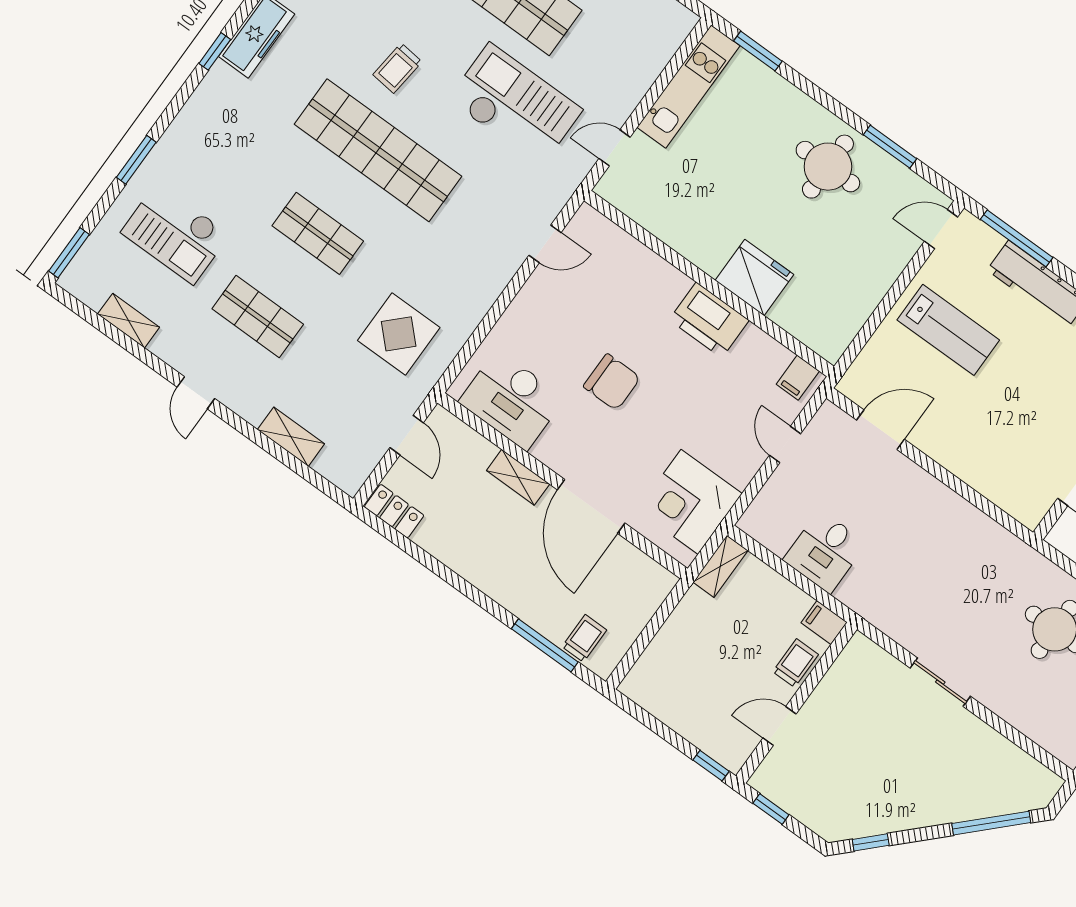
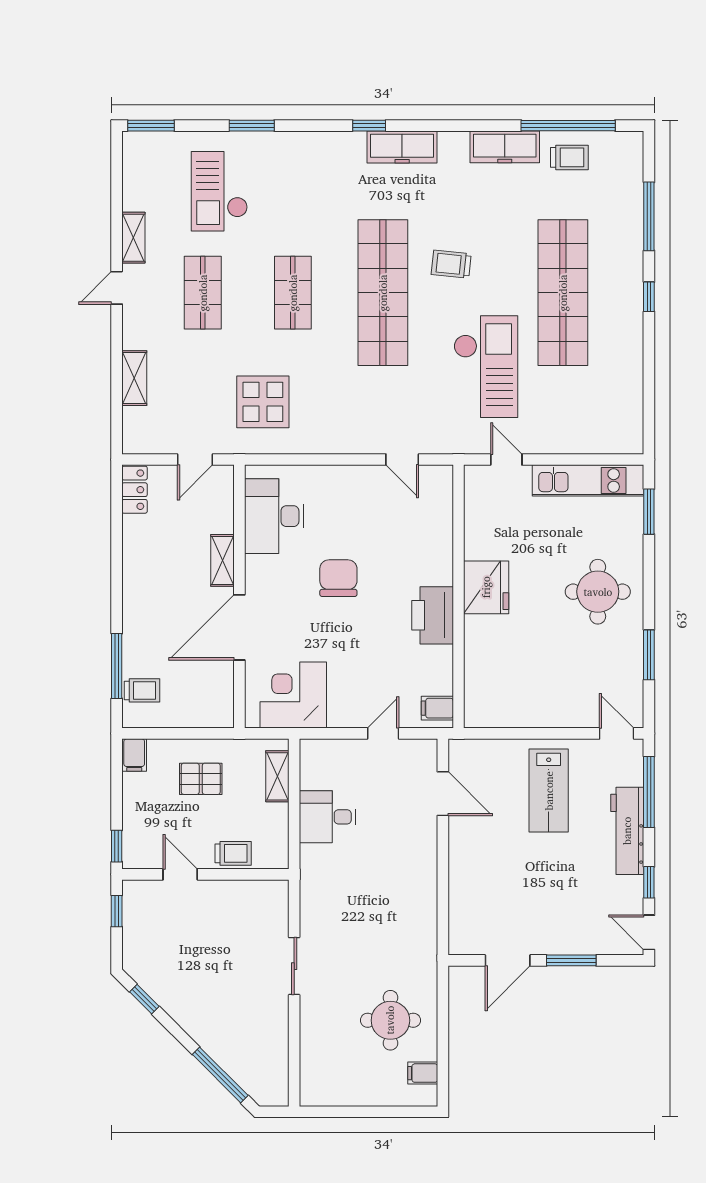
round table: (828, 167) -> (598, 592), moved
fridge: (754, 278) -> (486, 587), moved
shelving: (129, 321) -> (133, 238), moved
chair: (612, 382) -> (338, 578), turned 180
shelving: (720, 566) -> (277, 776), moved, turned 90
filing cabinet: (824, 623) -> (134, 755), moved, turned 180
pallet: (705, 643) -> (201, 779), added

